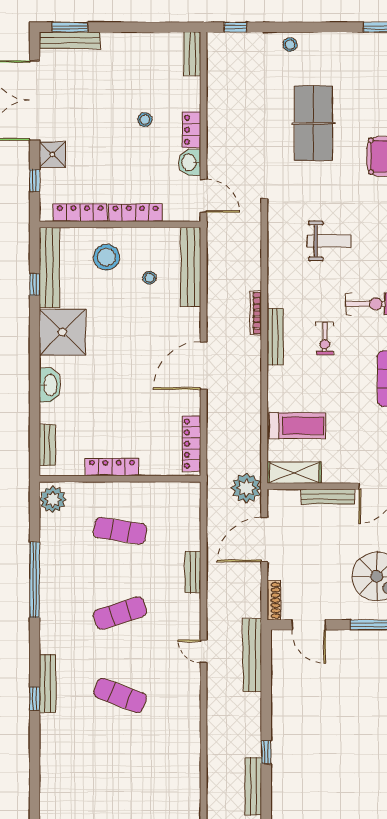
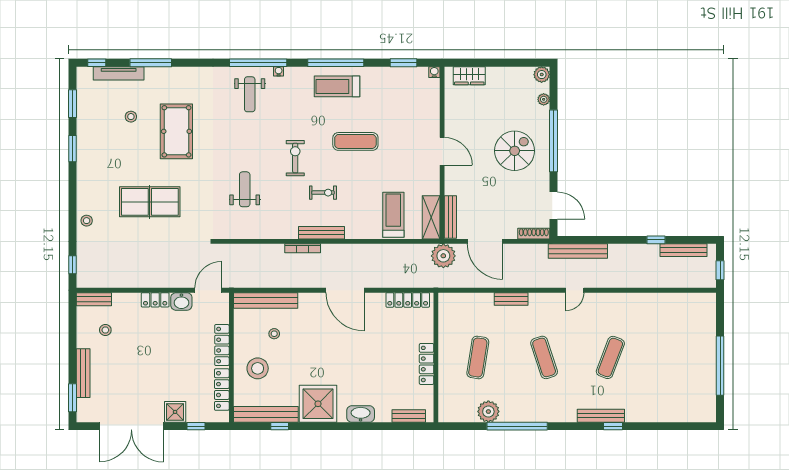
bench: (70, 40) -> (83, 373), moved
stool: (145, 120) -> (105, 330), moved
bench: (328, 497) -> (450, 217), moved
plant: (53, 499) -> (488, 412), moved
door: (309, 625) -> (554, 206), hinge flipped

